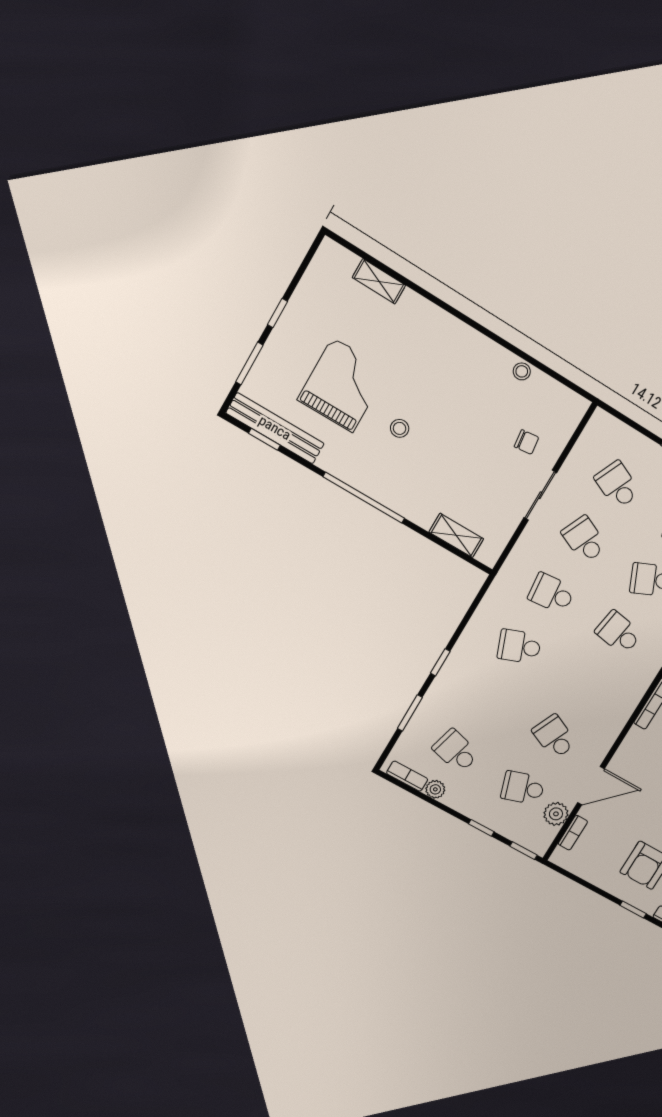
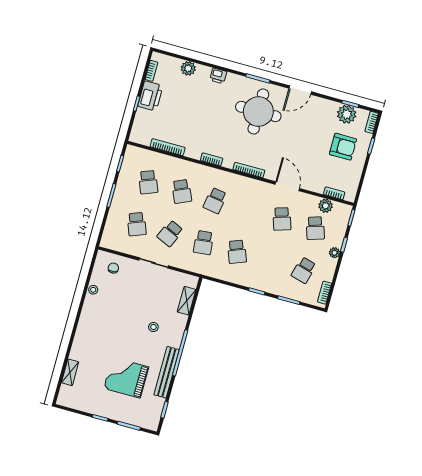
bench: (275, 428) -> (167, 372), moved
stool: (400, 428) -> (153, 327), moved
chair: (527, 442) -> (113, 268), moved
school desk: (617, 485) -> (137, 224), turned -45
school desk: (554, 737) -> (282, 219), turned -42
door: (591, 786) -> (287, 186), moved
plant: (435, 789) -> (335, 253), moved

